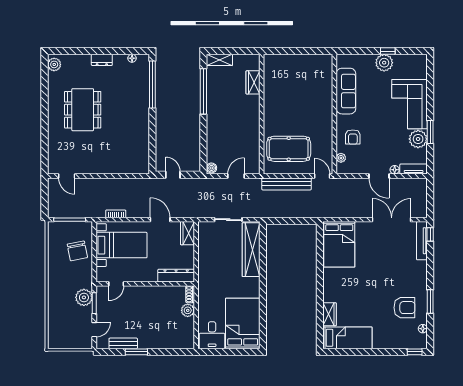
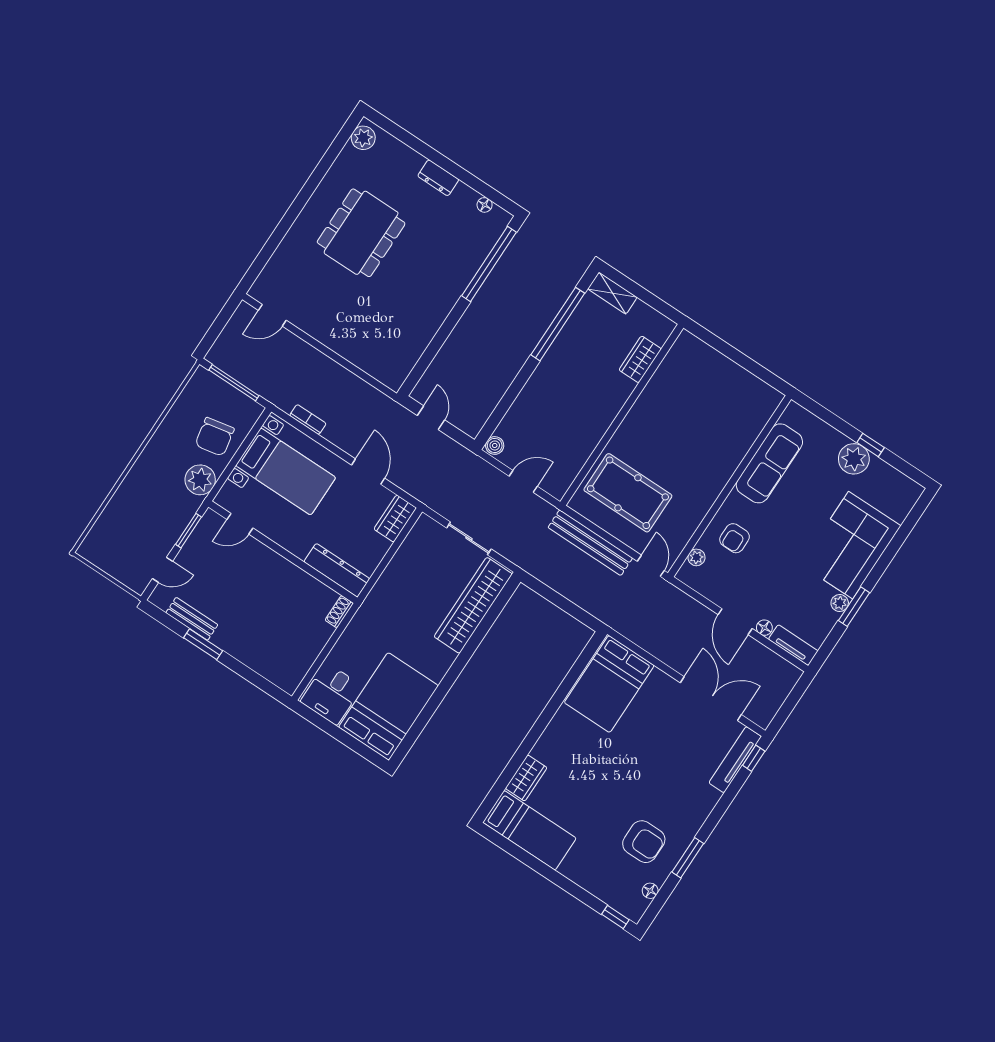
plant: (418, 139) -> (840, 603), width x0.53, depth x0.53
door: (67, 176) -> (272, 315), hinge flipped
plant: (84, 297) -> (200, 480), moved
plant: (188, 310) -> (320, 633), removed

